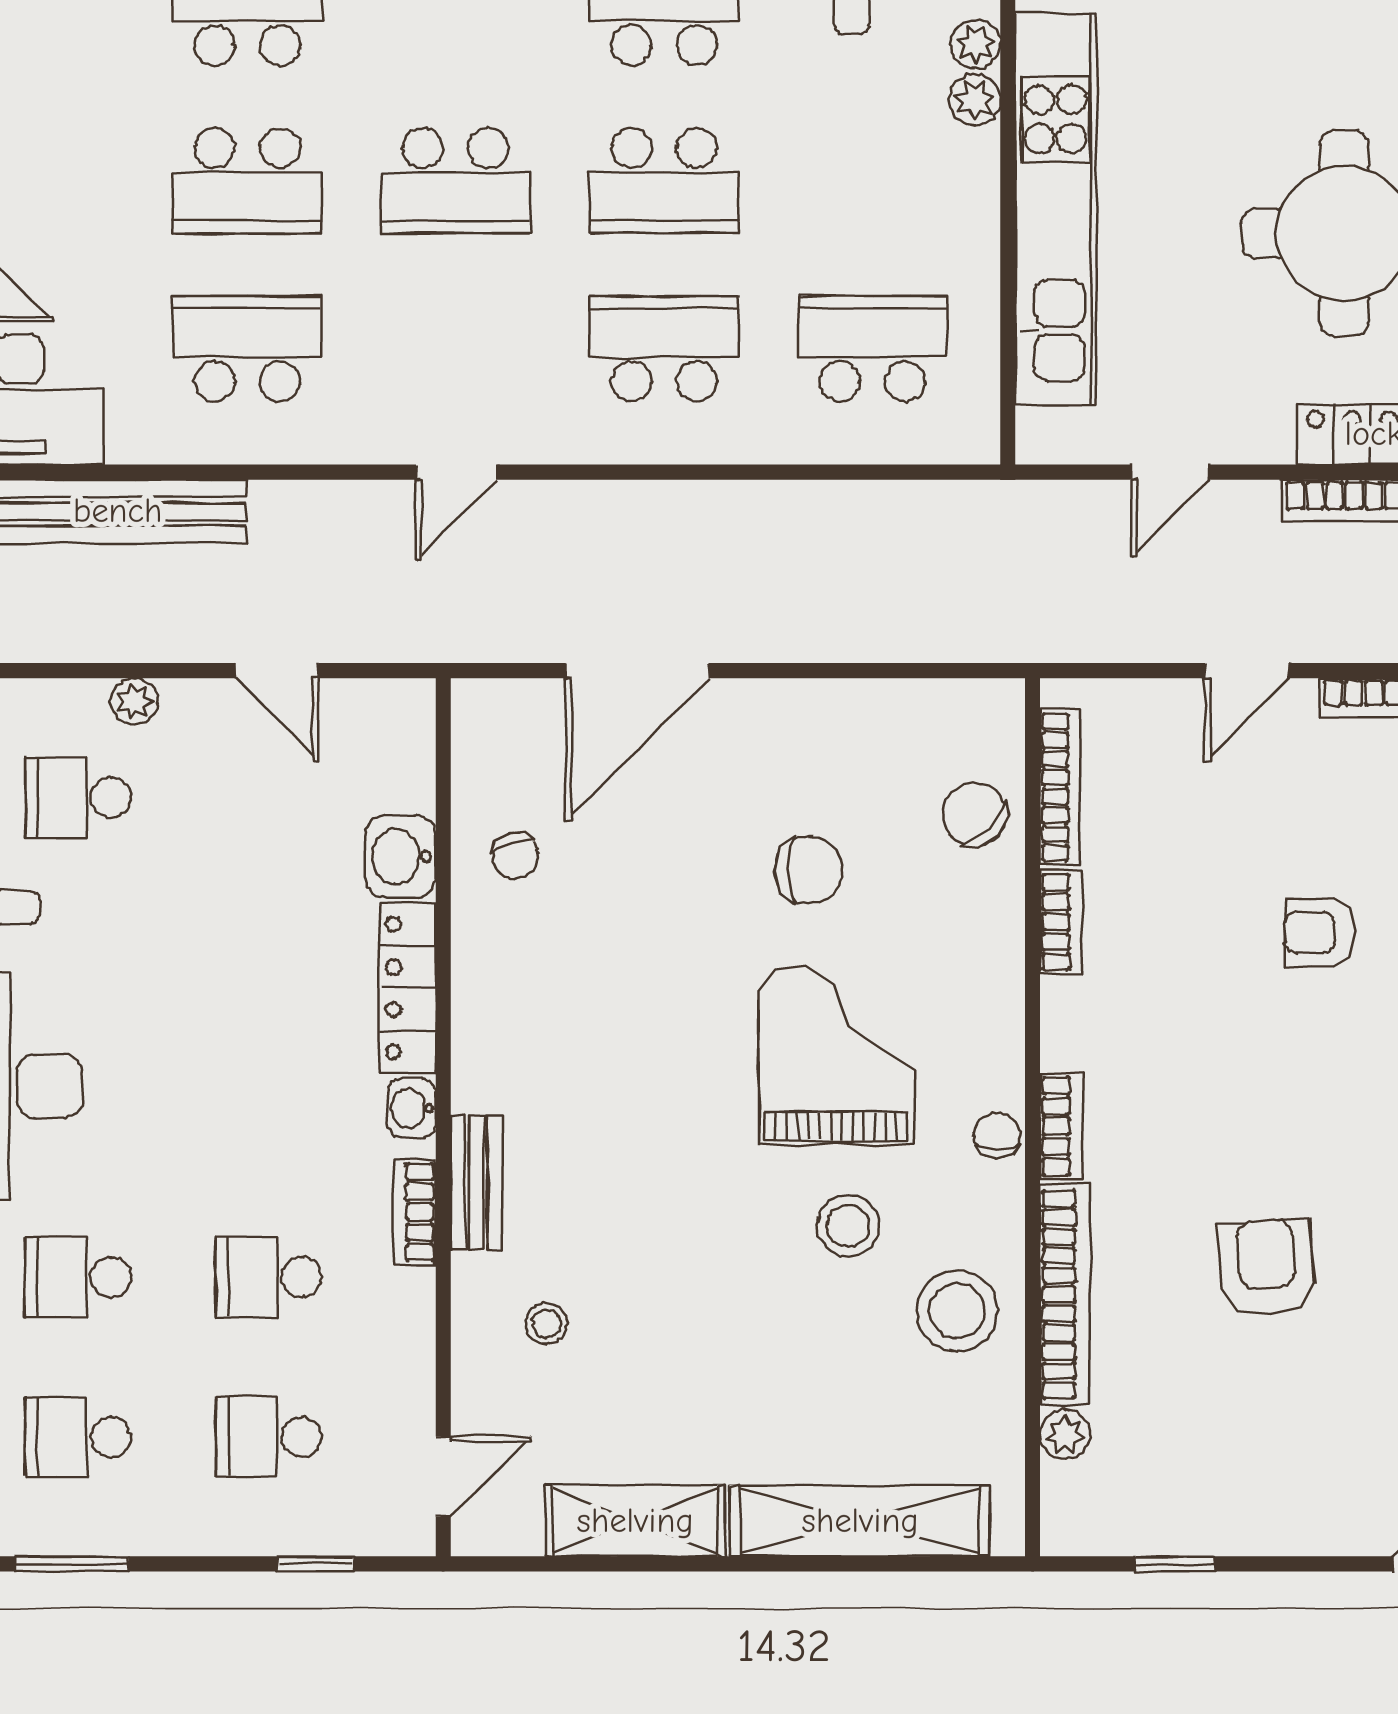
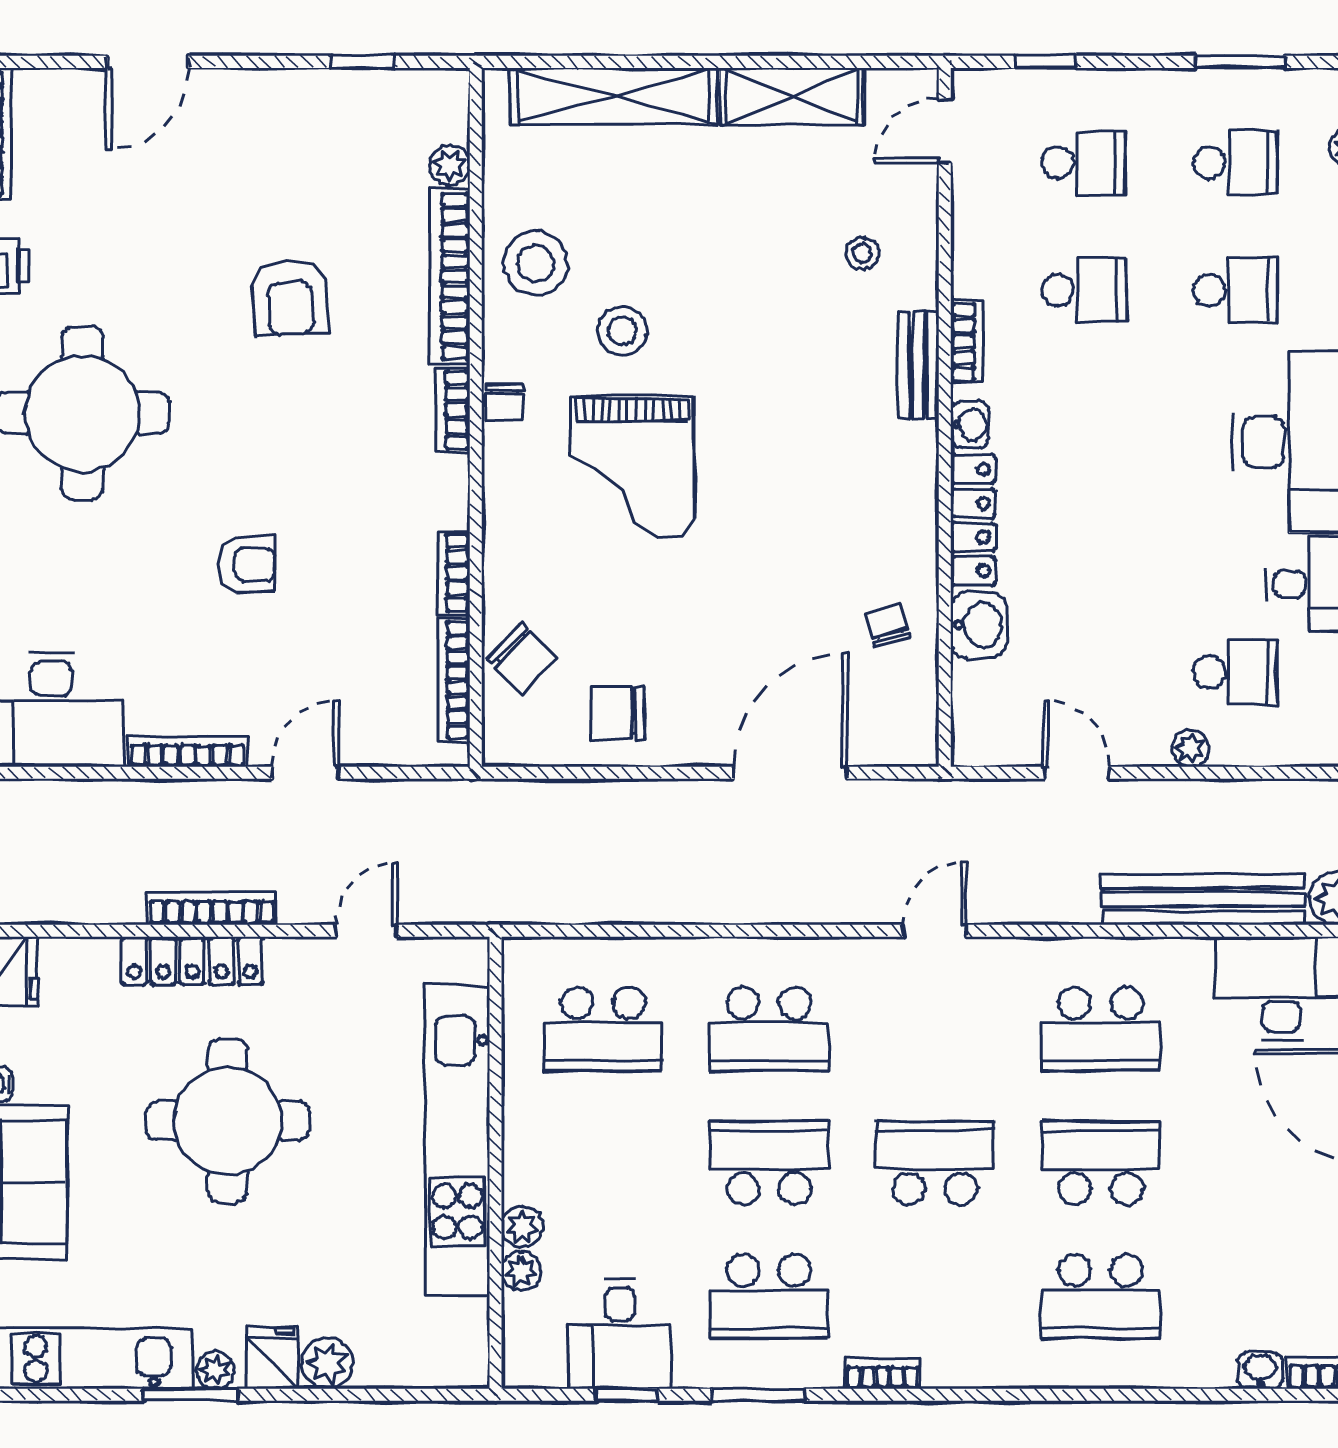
chair: (808, 870) -> (618, 713), moved

